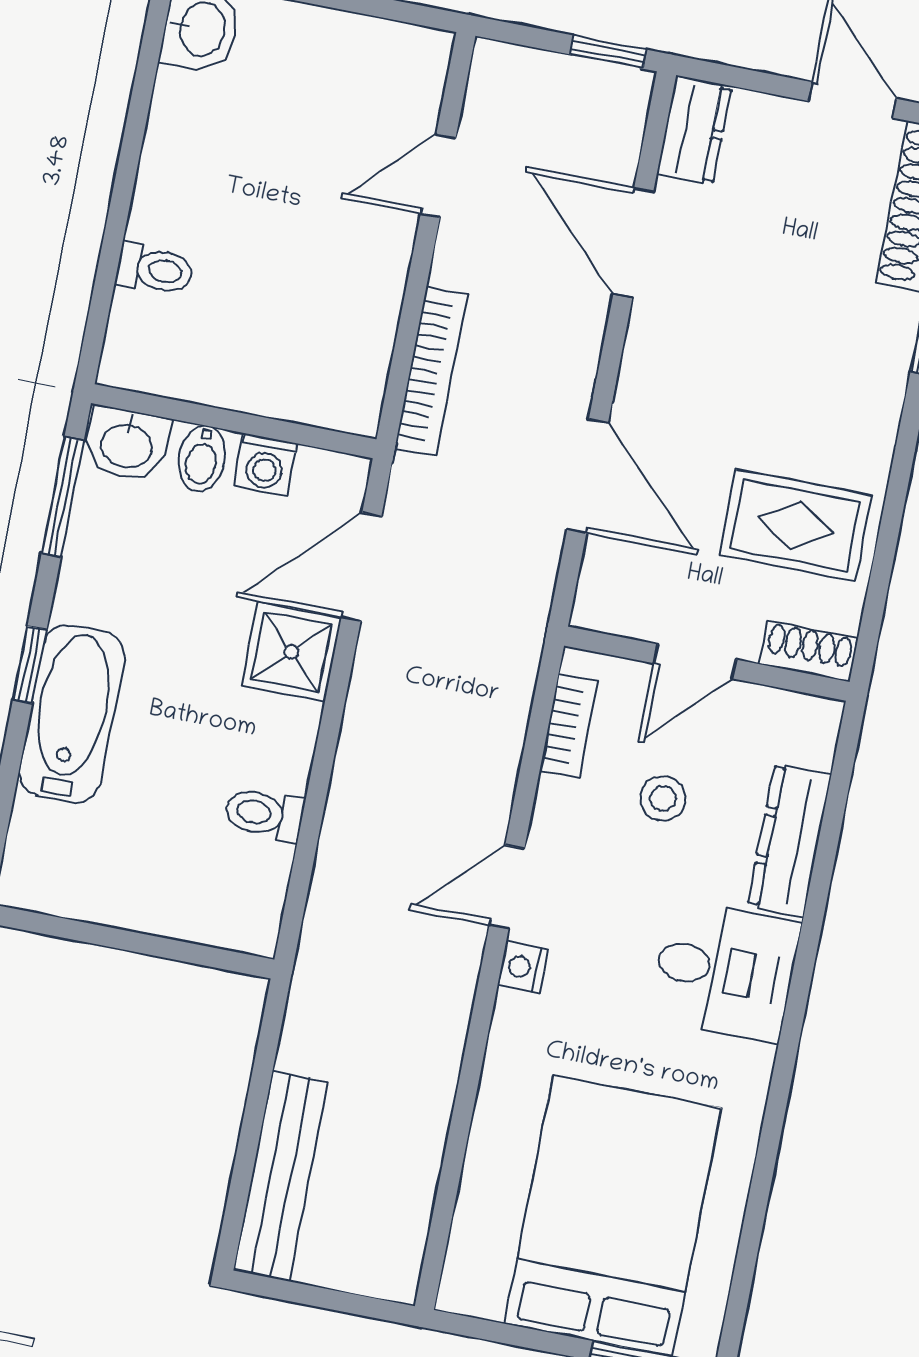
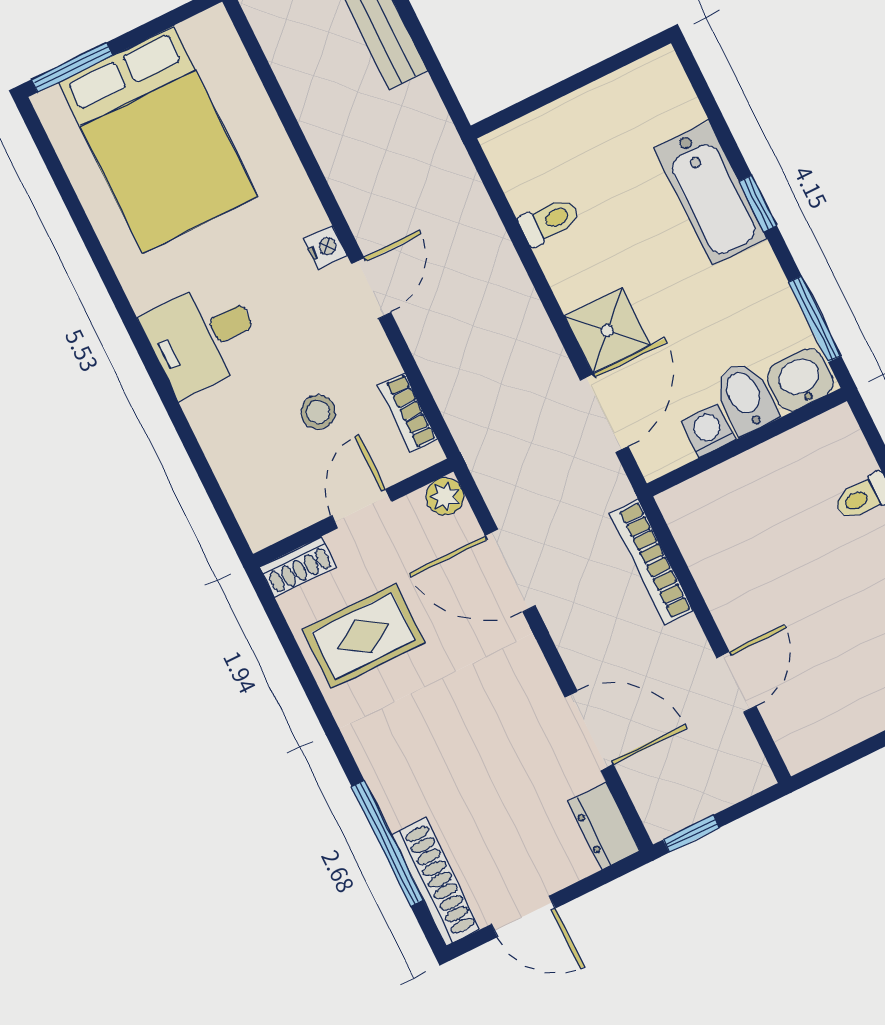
bidet: (202, 458) -> (745, 397), width x1.38, depth x1.36
plant: (597, 607) -> (445, 496), added
dresser: (790, 840) -> (224, 445), removed

